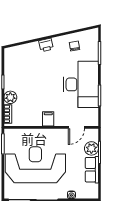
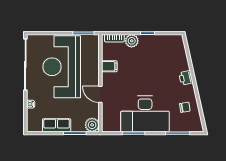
filing cabinet: (48, 119) -> (109, 66), moved
door: (76, 127) -> (100, 94), moved
plant: (91, 148) -> (92, 125), moved
reception desk: (35, 165) -> (62, 67), turned 180

